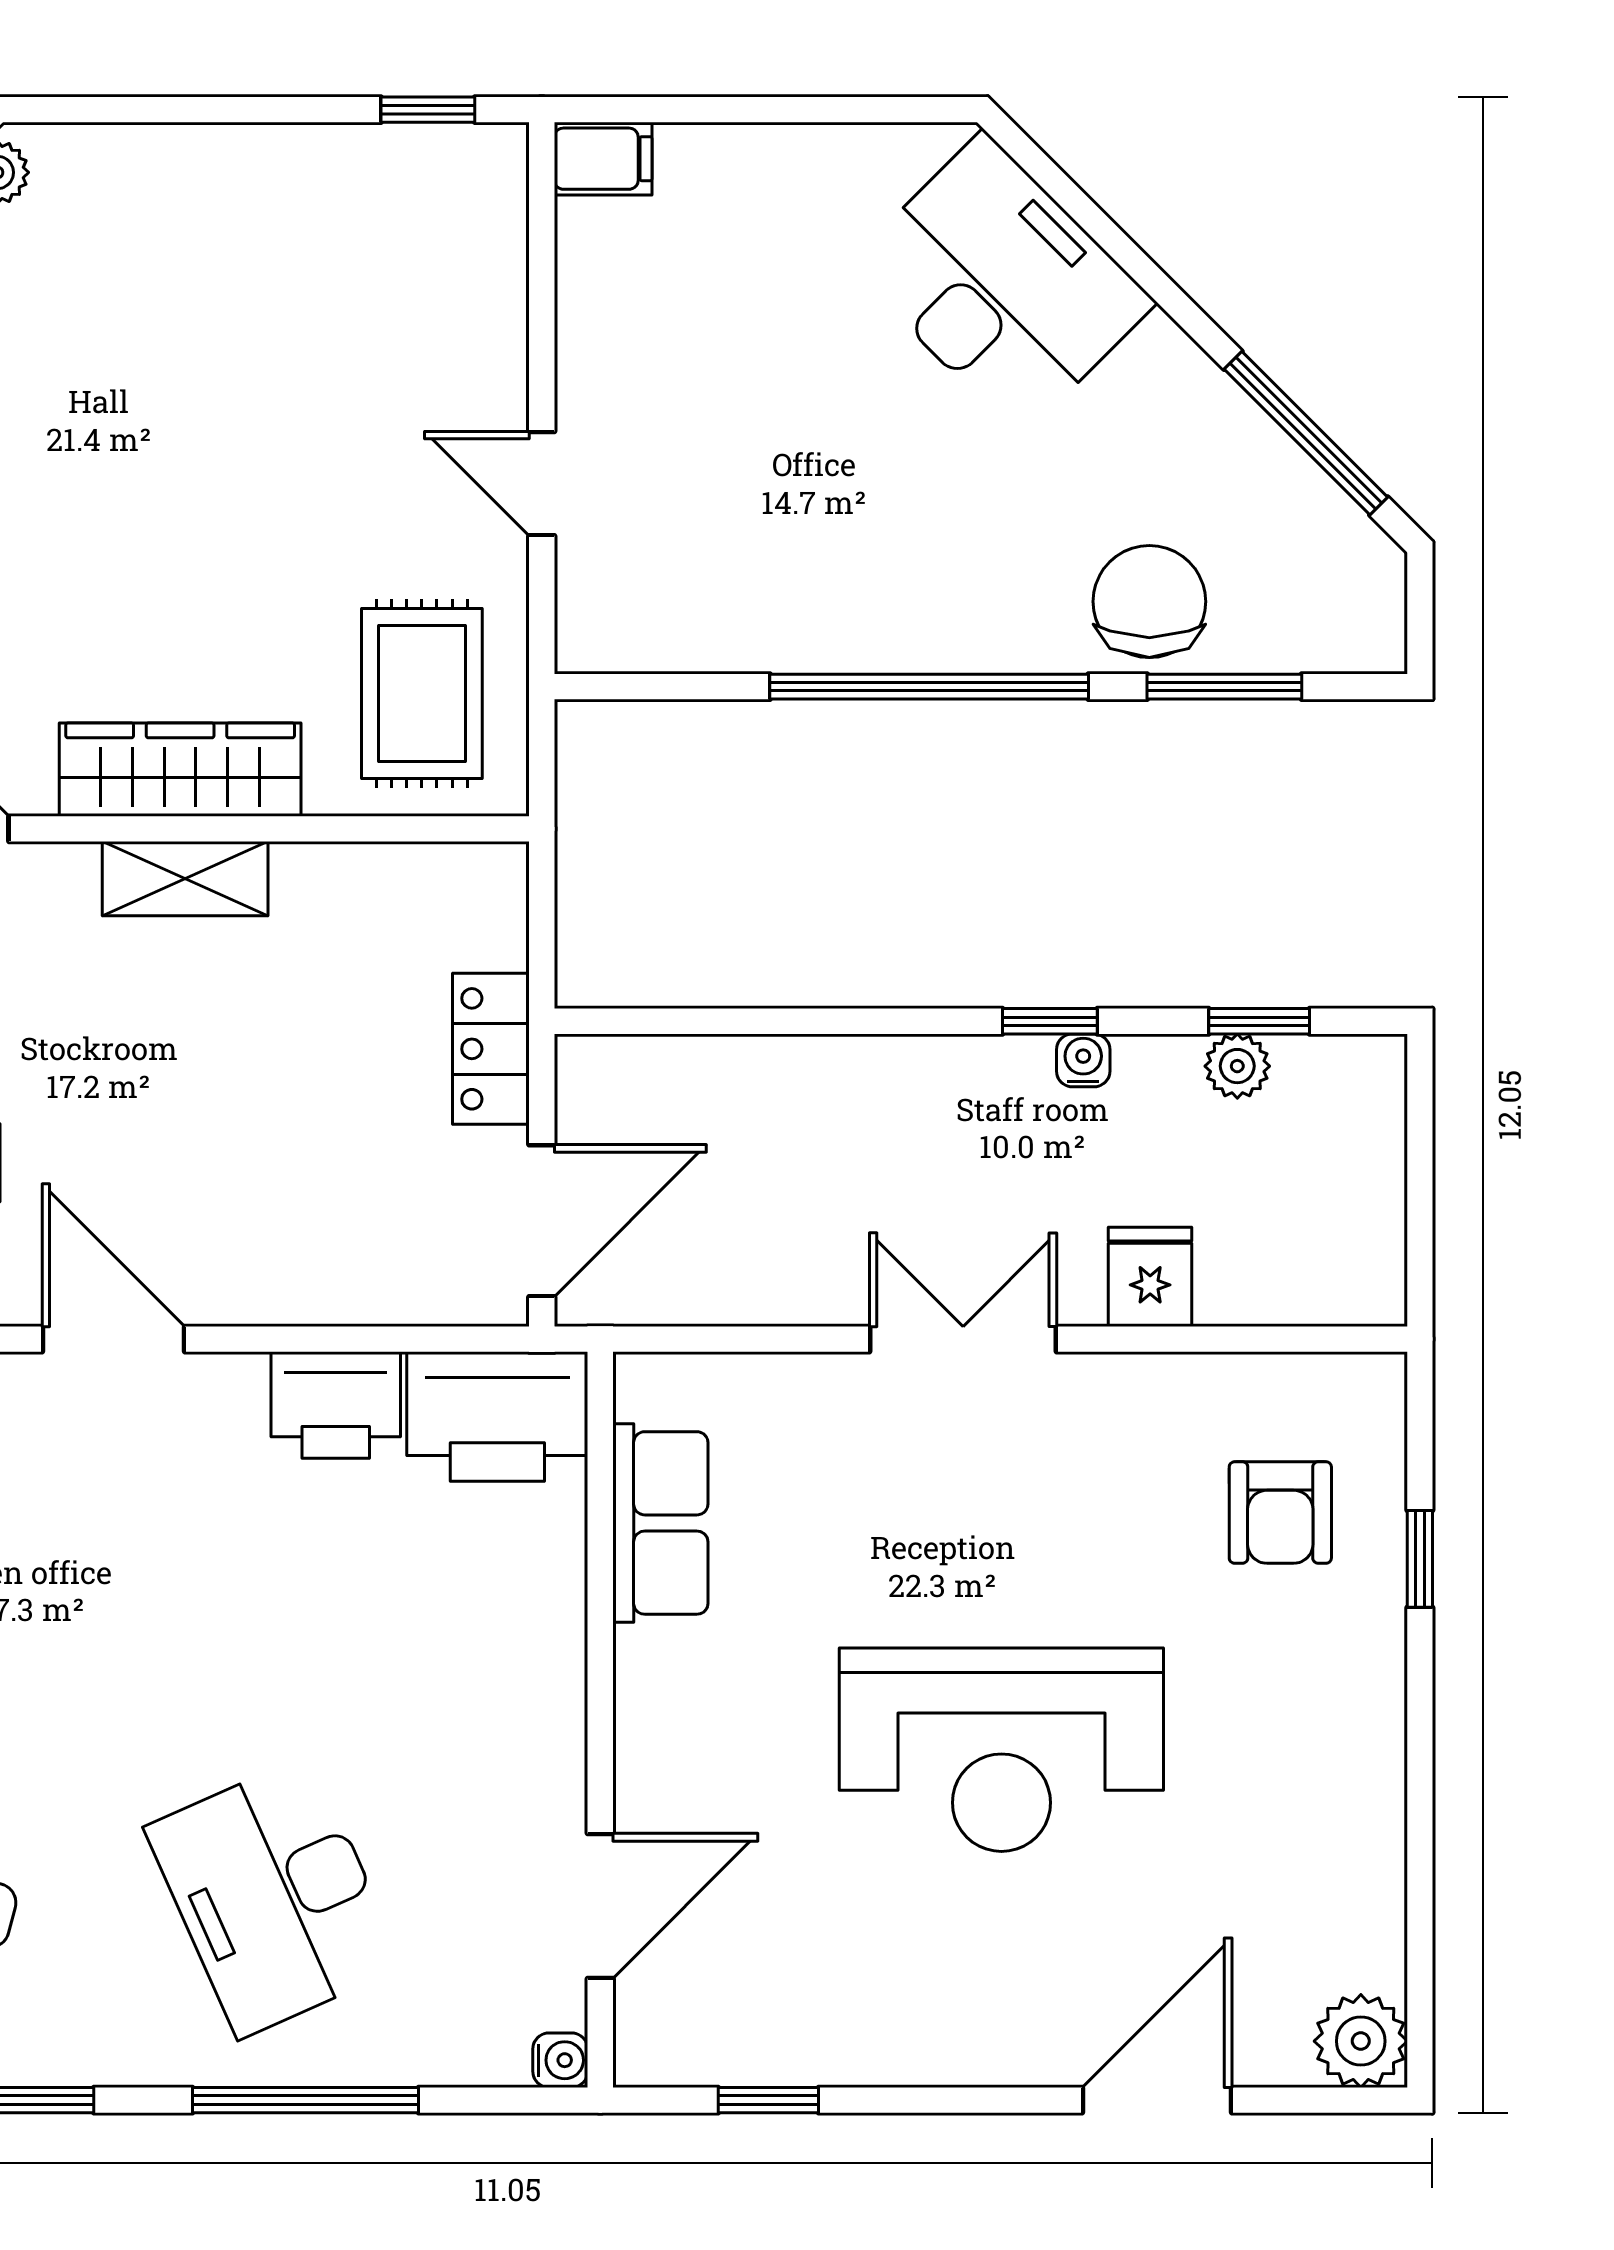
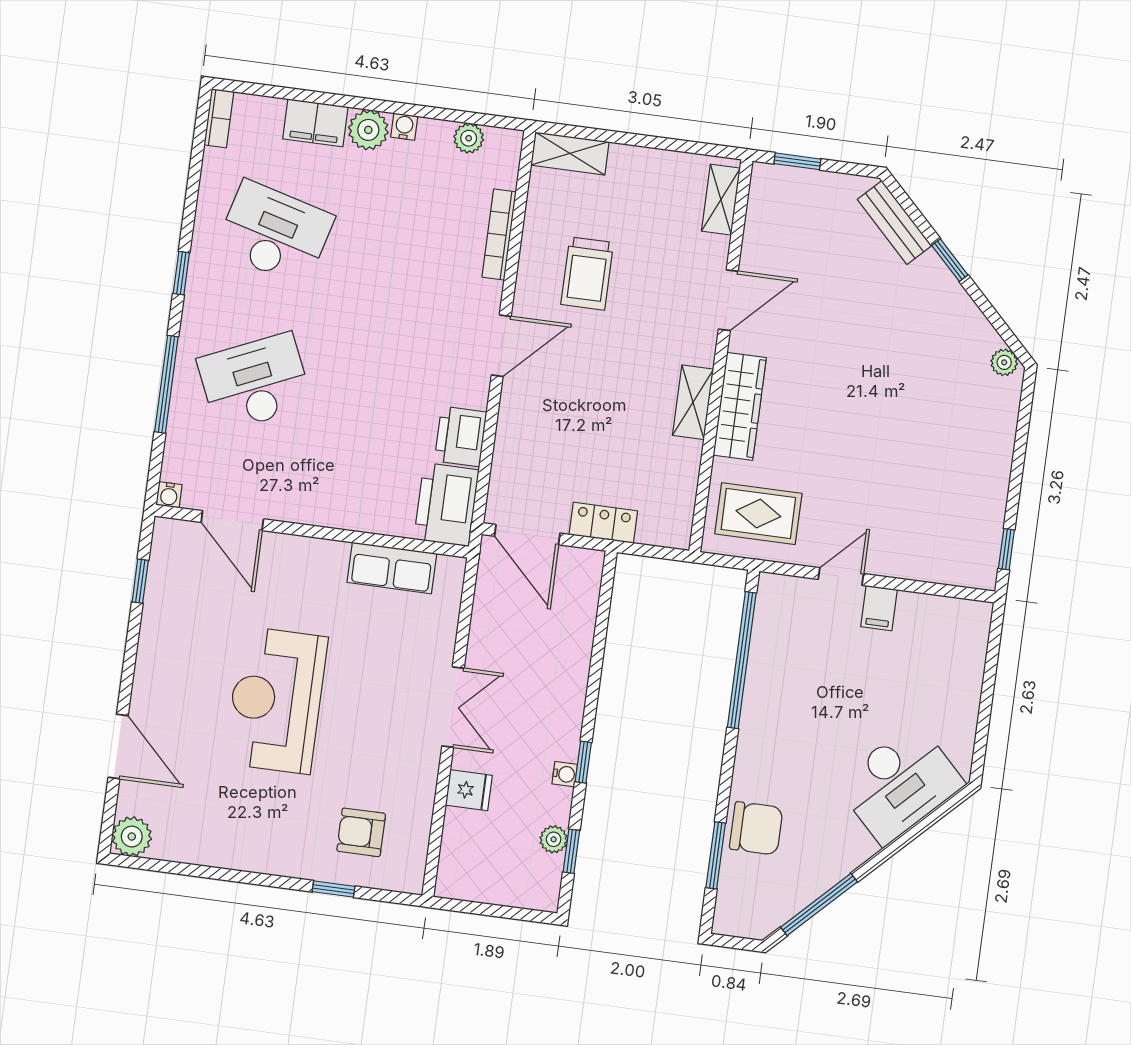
filing cabinet: (603, 159) -> (879, 608), moved
window: (929, 687) -> (742, 660), moved

